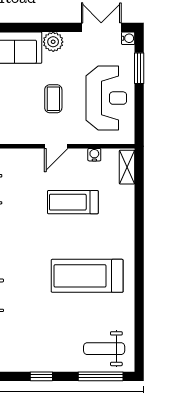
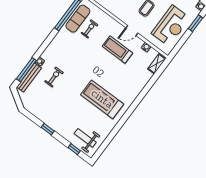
treadmill: (73, 202) -> (118, 50), moved
window: (101, 376) -> (74, 149), width x0.46

